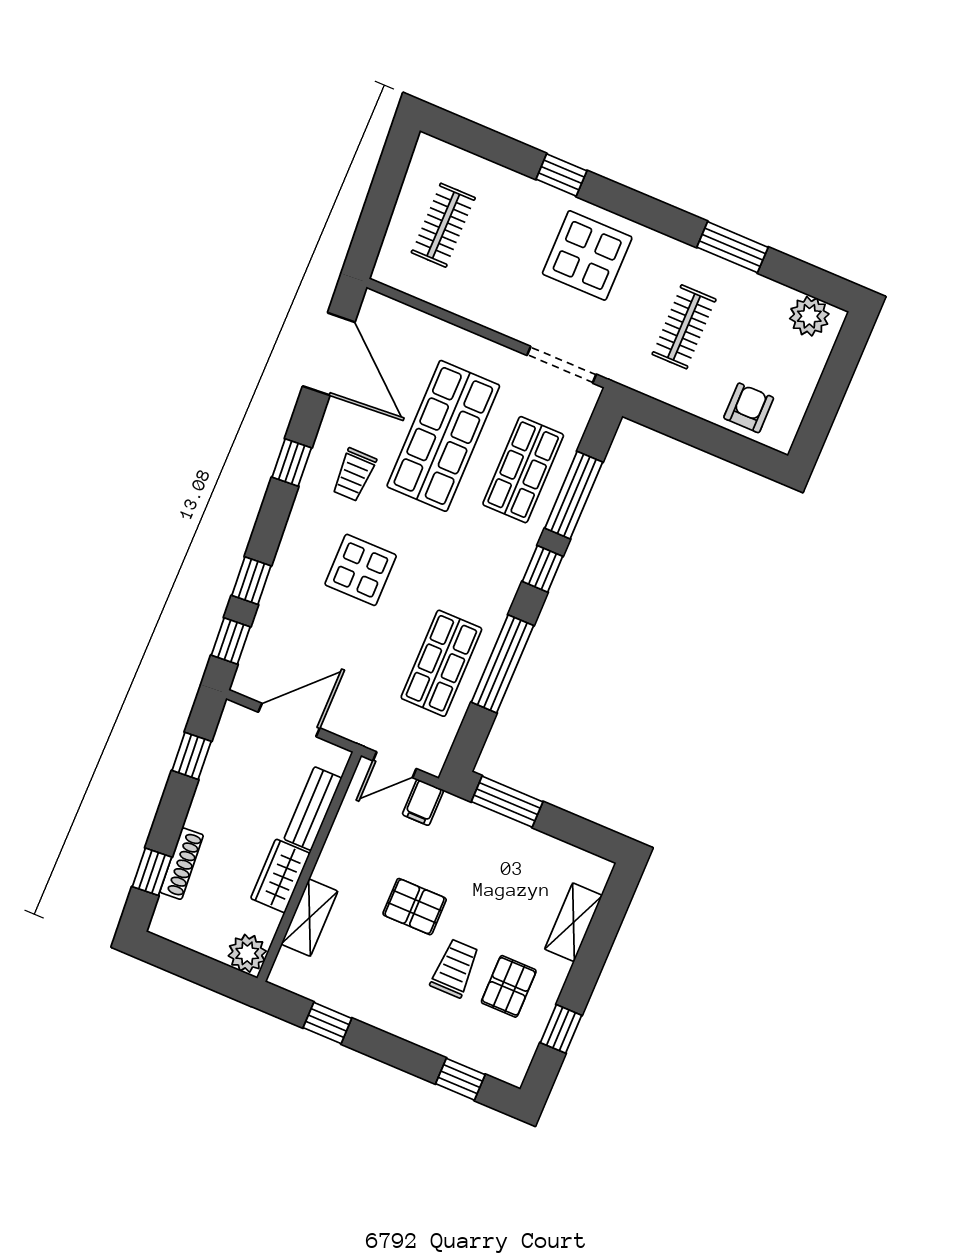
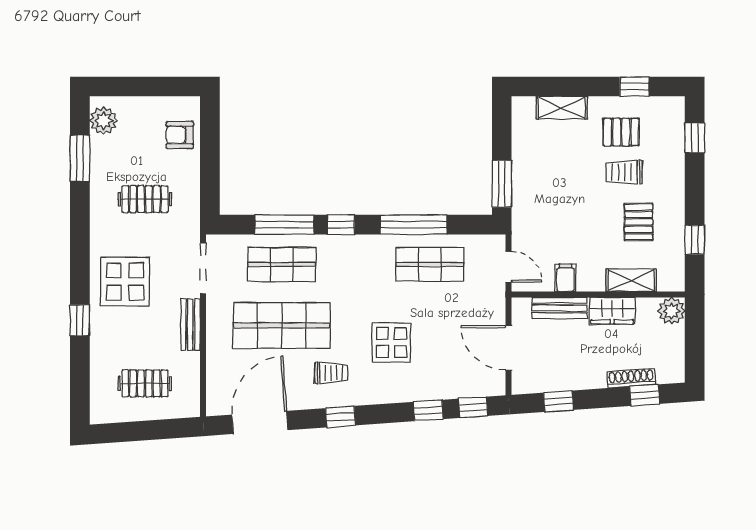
window: (732, 247) -> (80, 158), moved
bench: (495, 317) -> (190, 325), added
filing cabinet: (423, 802) -> (566, 278), moved, turned -90
pallet: (415, 907) -> (639, 222), moved

